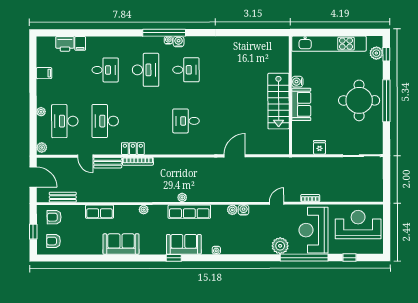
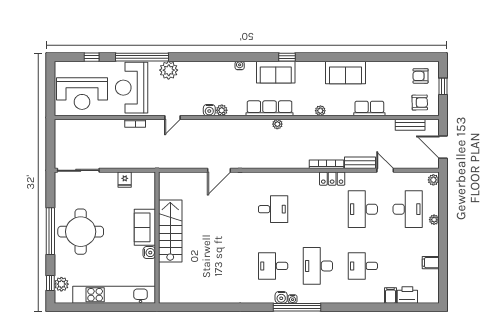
desk: (105, 121) -> (363, 209), turned 180
reception desk: (313, 230) -> (132, 88), turned 180
armchair: (53, 241) -> (421, 76), turned 180

